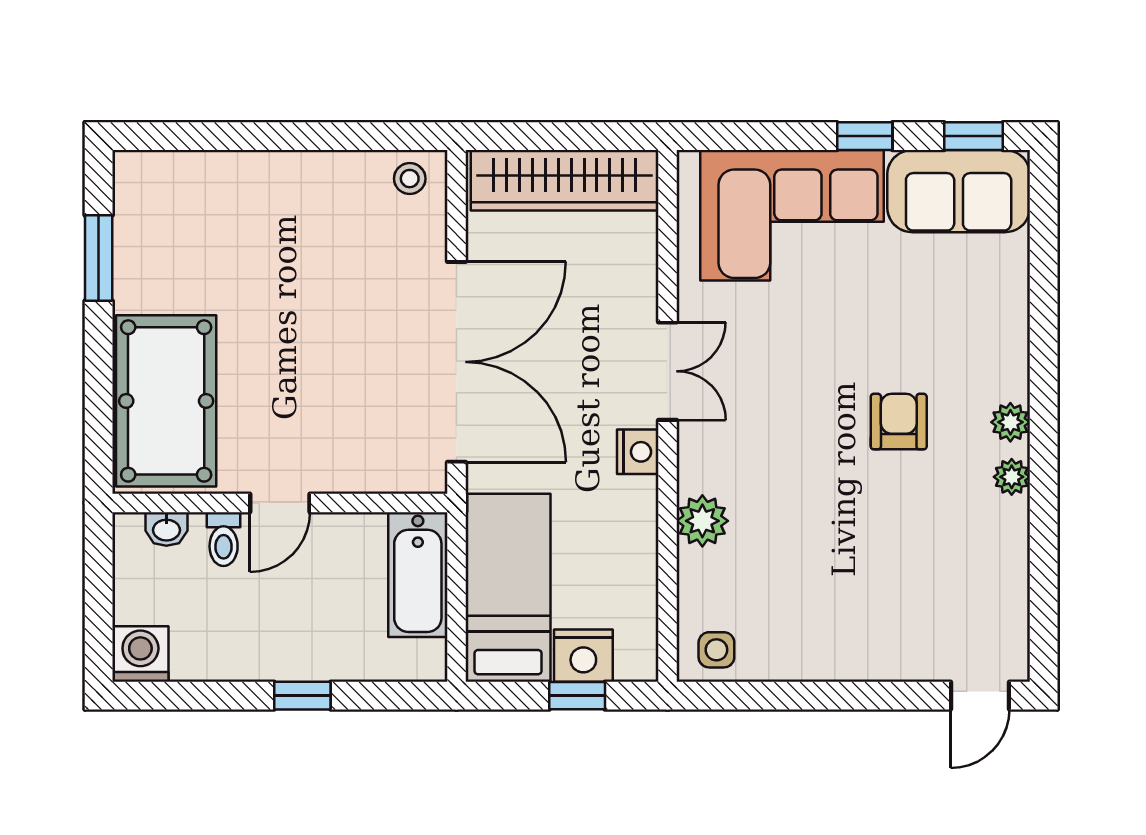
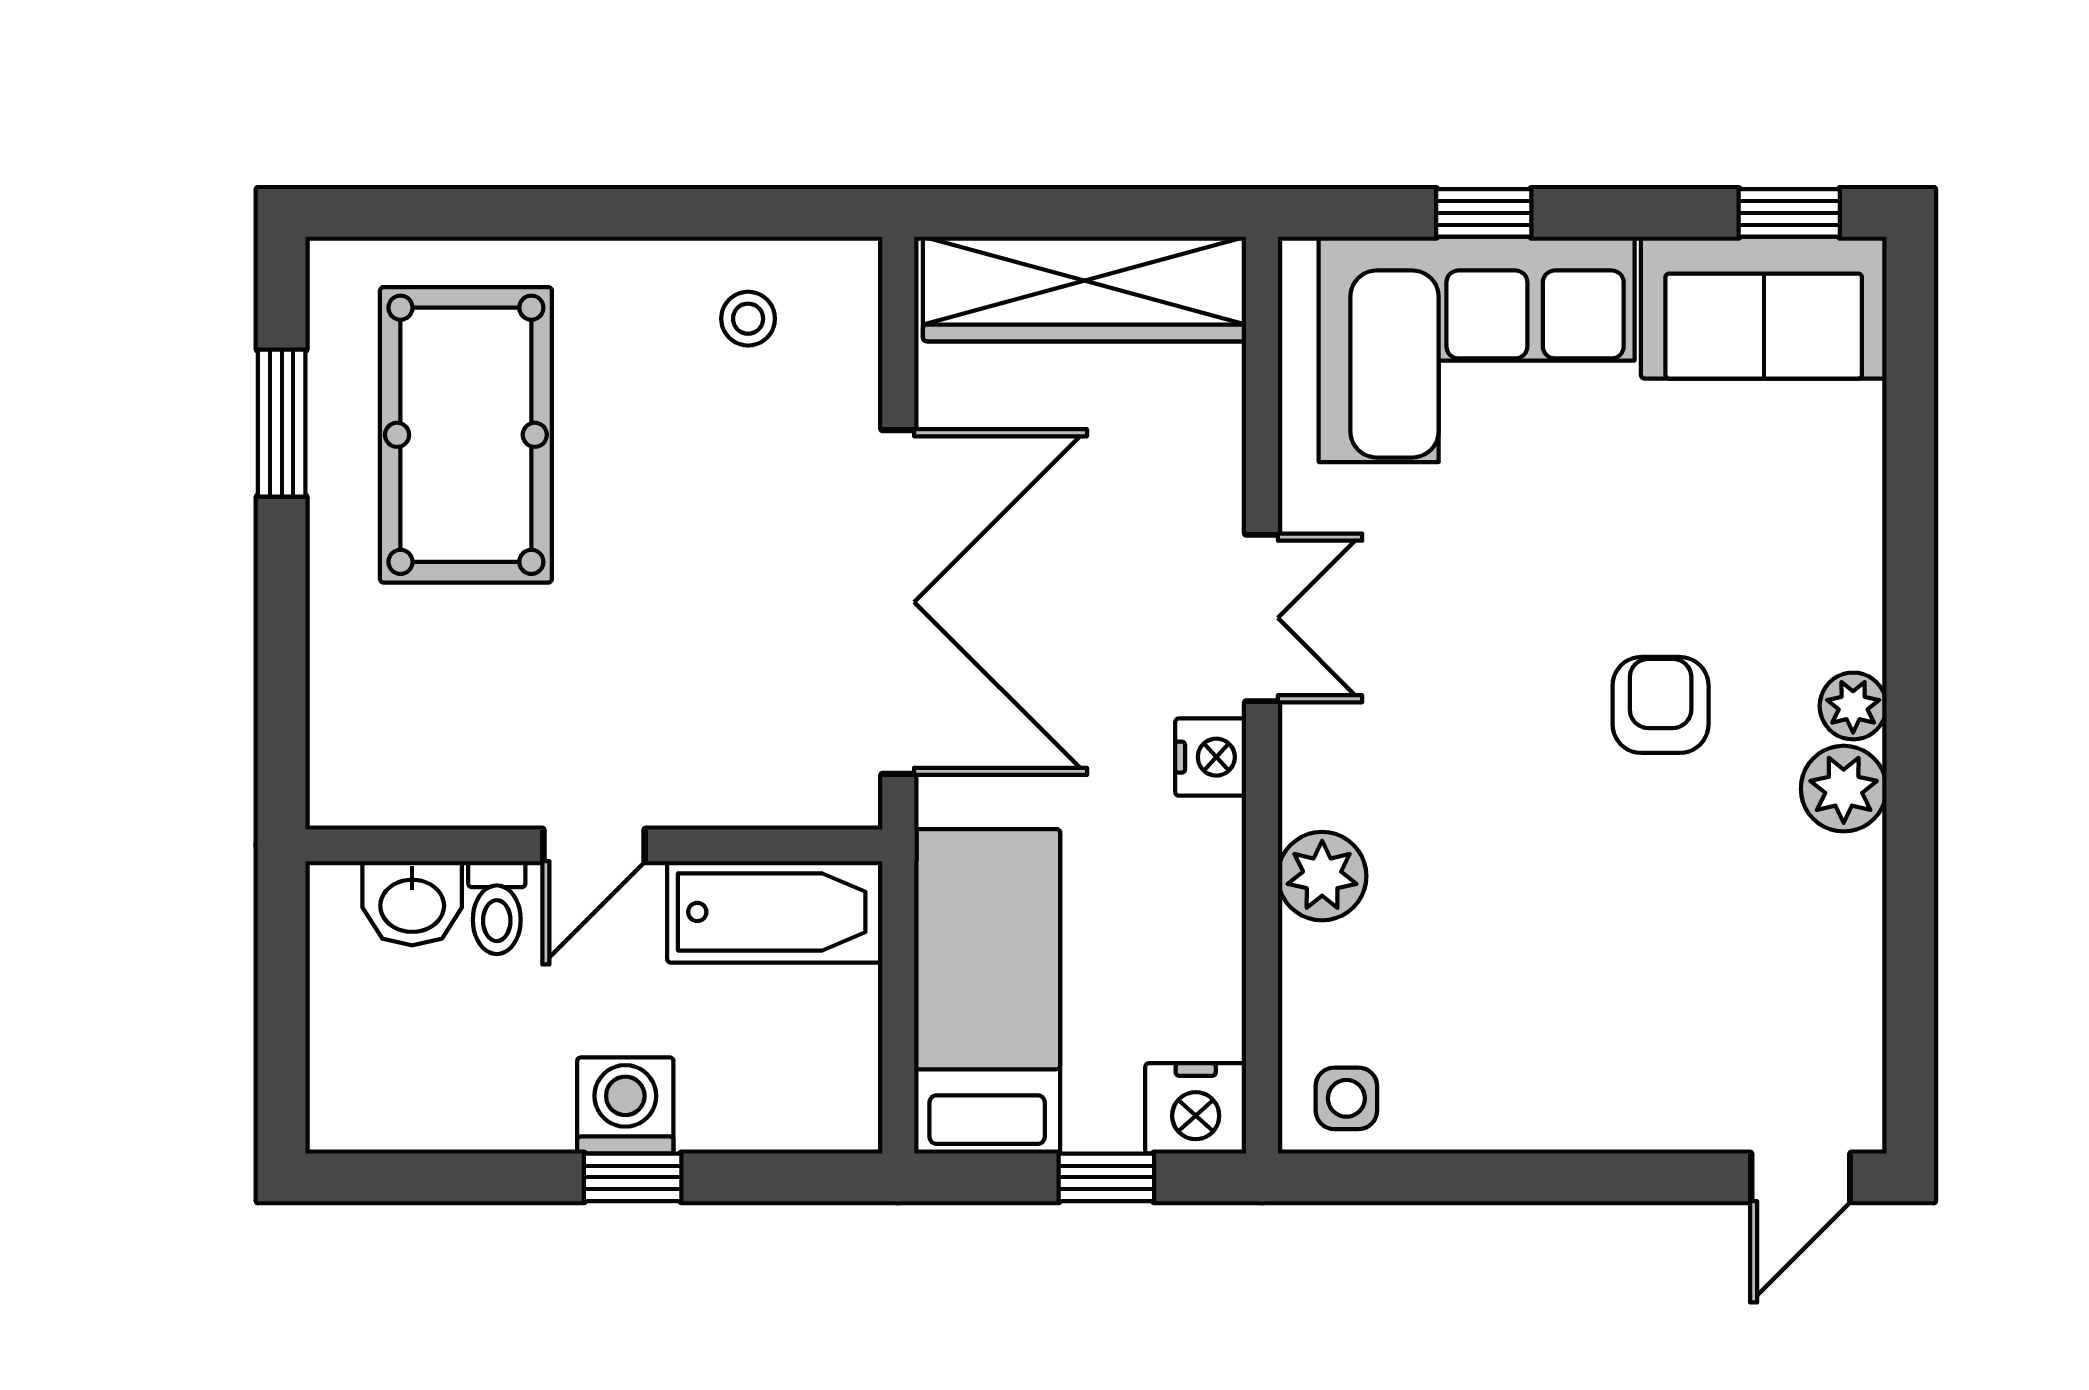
window: (865, 136) -> (1484, 213), moved
stool: (410, 179) -> (748, 319), moved
pool table: (166, 401) -> (466, 435), moved
plant: (1012, 477) -> (1844, 789), width x1.38, depth x1.38
washbasin: (166, 529) -> (412, 903), width x1.38, depth x1.45
bathtub: (418, 575) -> (775, 912), moved, turned -90
washing machine: (140, 654) -> (625, 1106), moved
nightstand: (583, 656) -> (1196, 1108), moved

